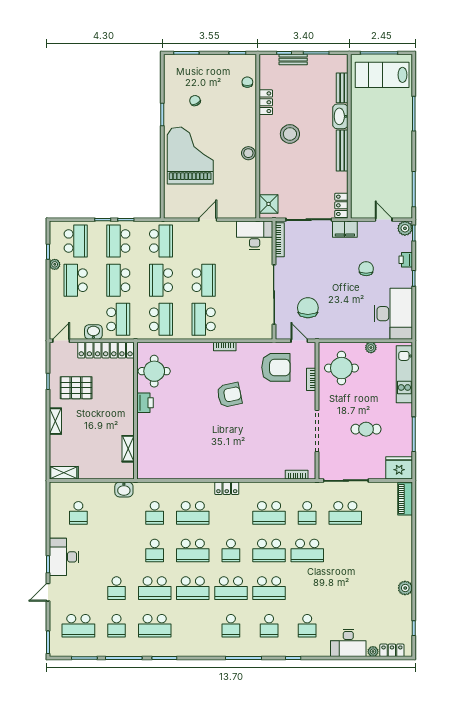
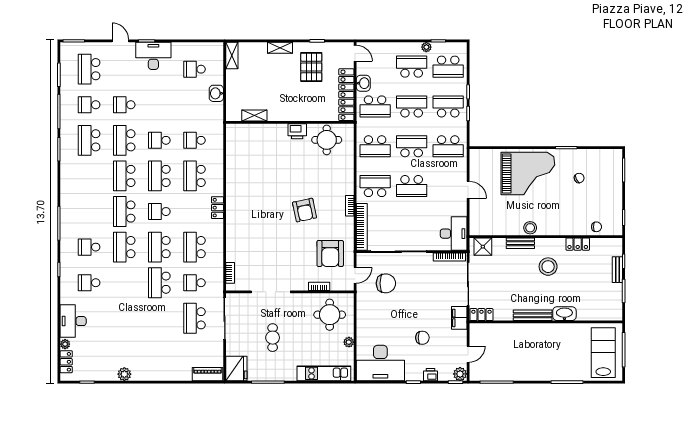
bench: (342, 88) -> (520, 243), moved
bookcase: (247, 334) -> (362, 227), added
washbasin: (124, 489) -> (216, 93), moved
school desk: (231, 626) -> (89, 212), removed

